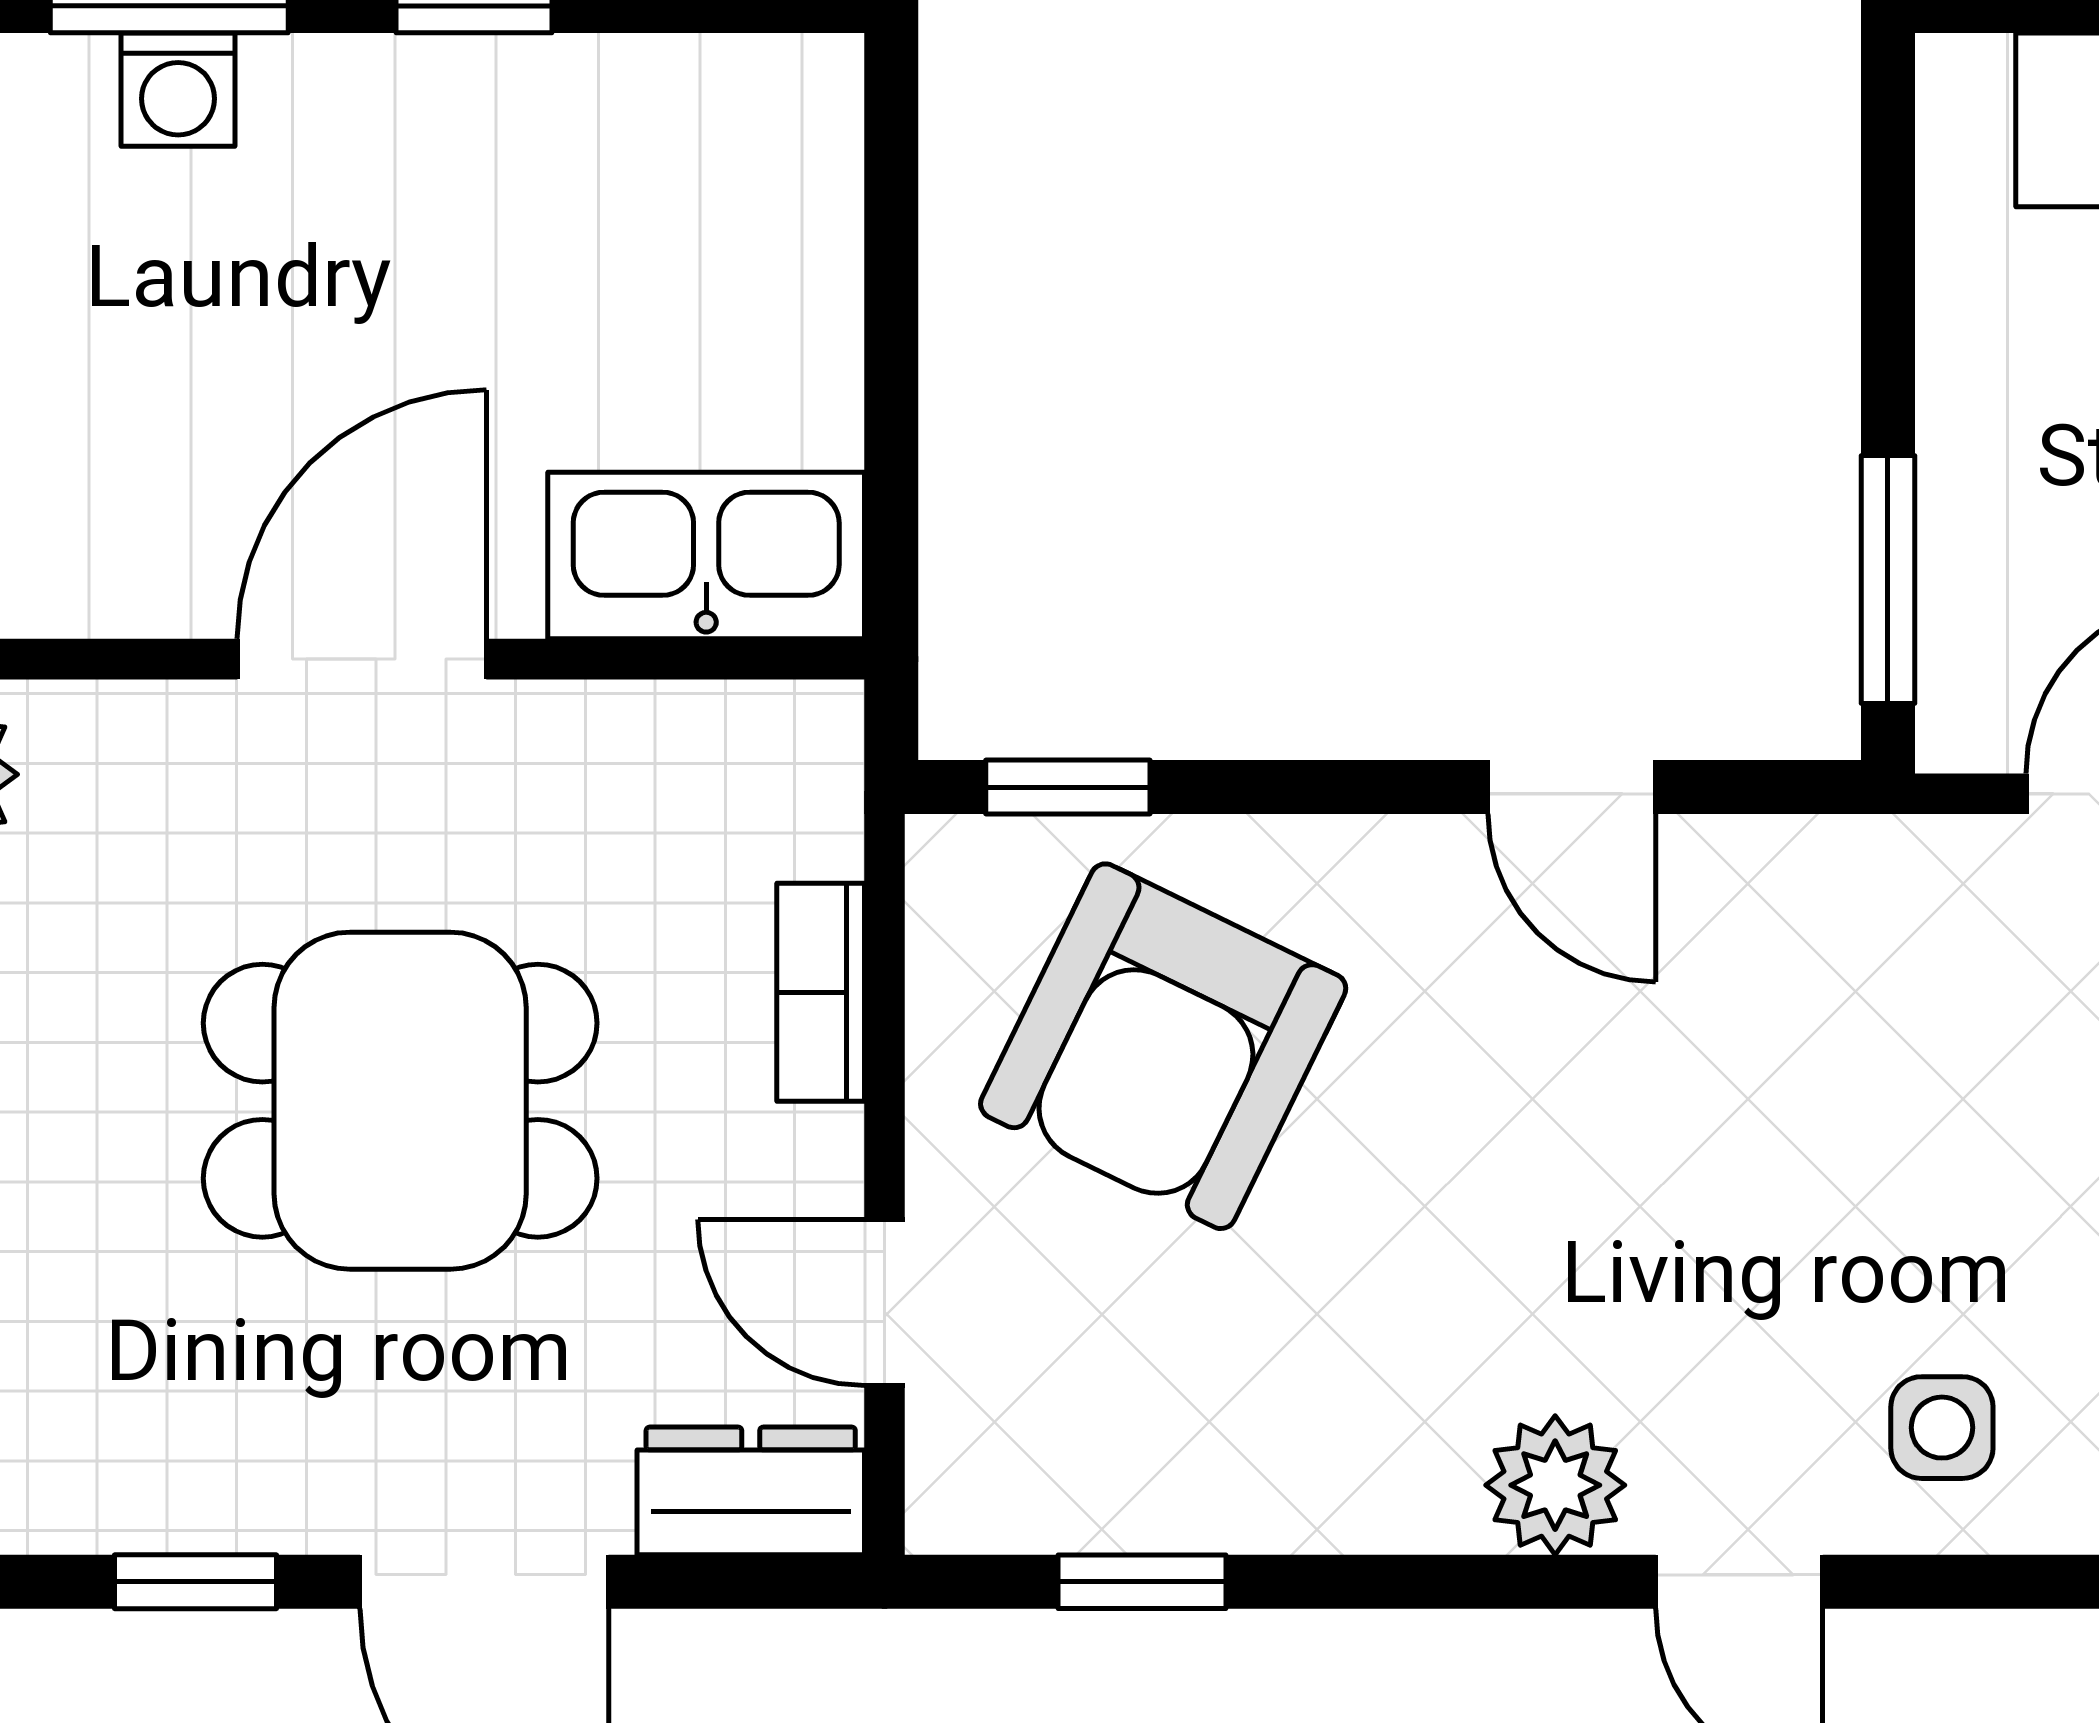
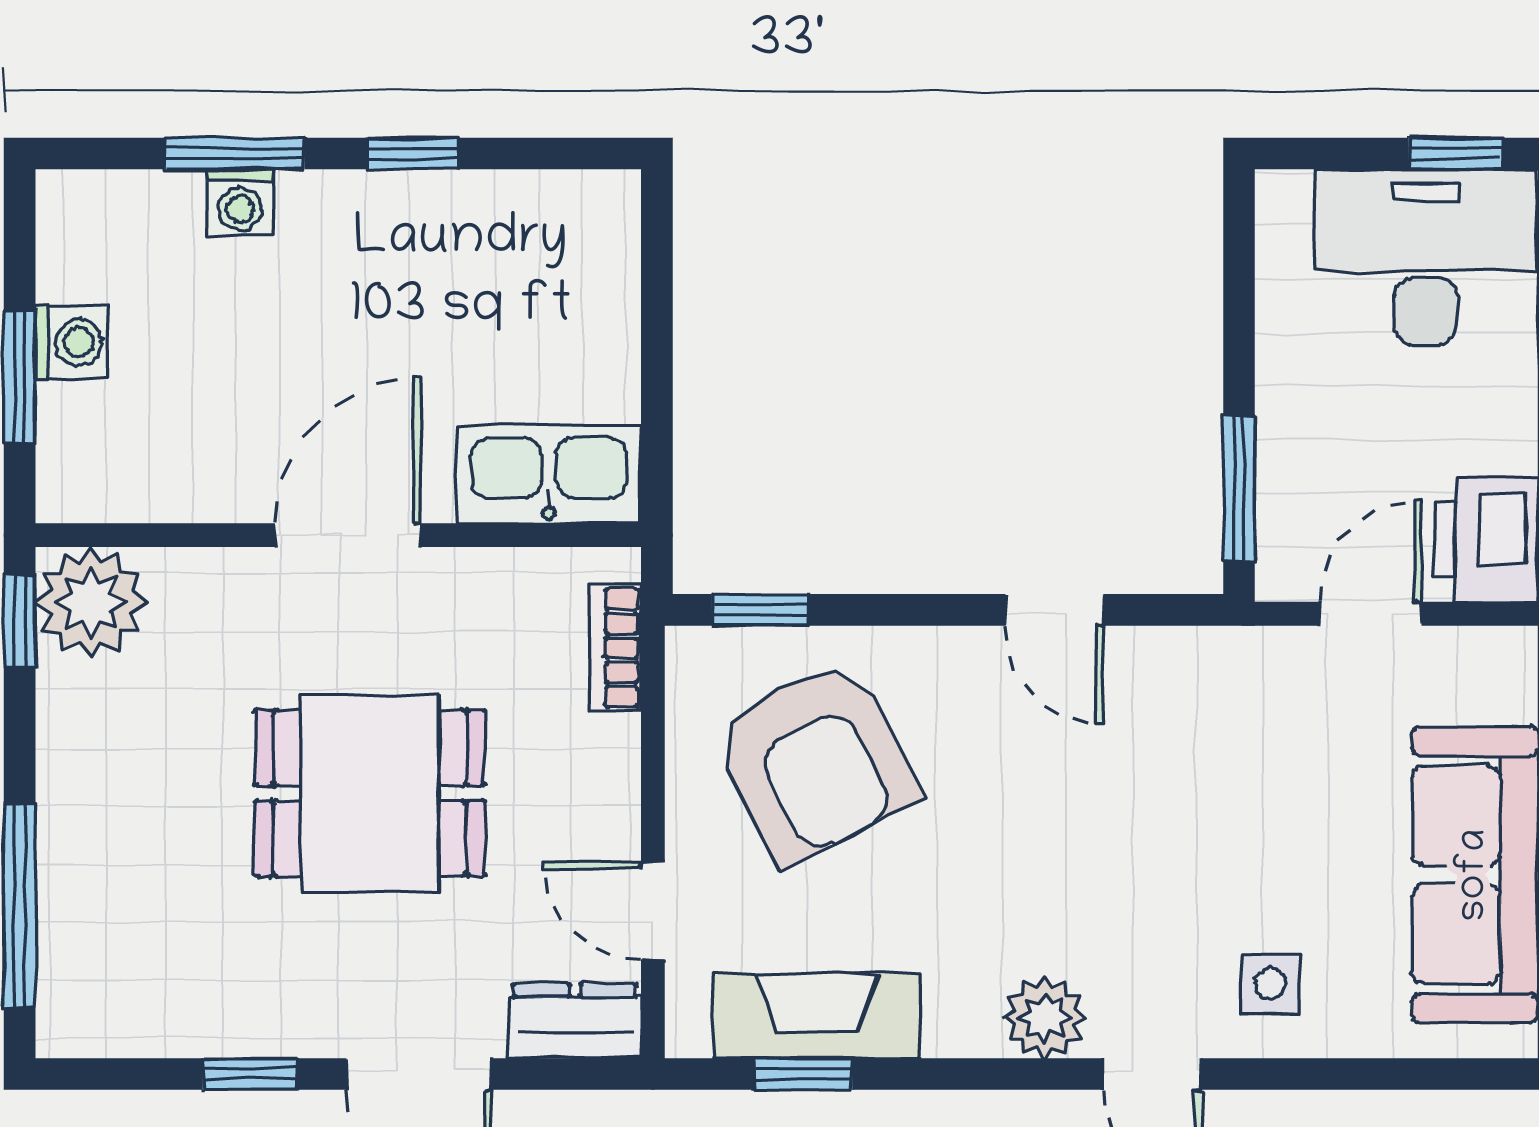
bookcase: (821, 992) -> (616, 648), moved
armchair: (1163, 1046) -> (816, 761), turned -53
fireplace: (1166, 1482) -> (817, 1016), added

